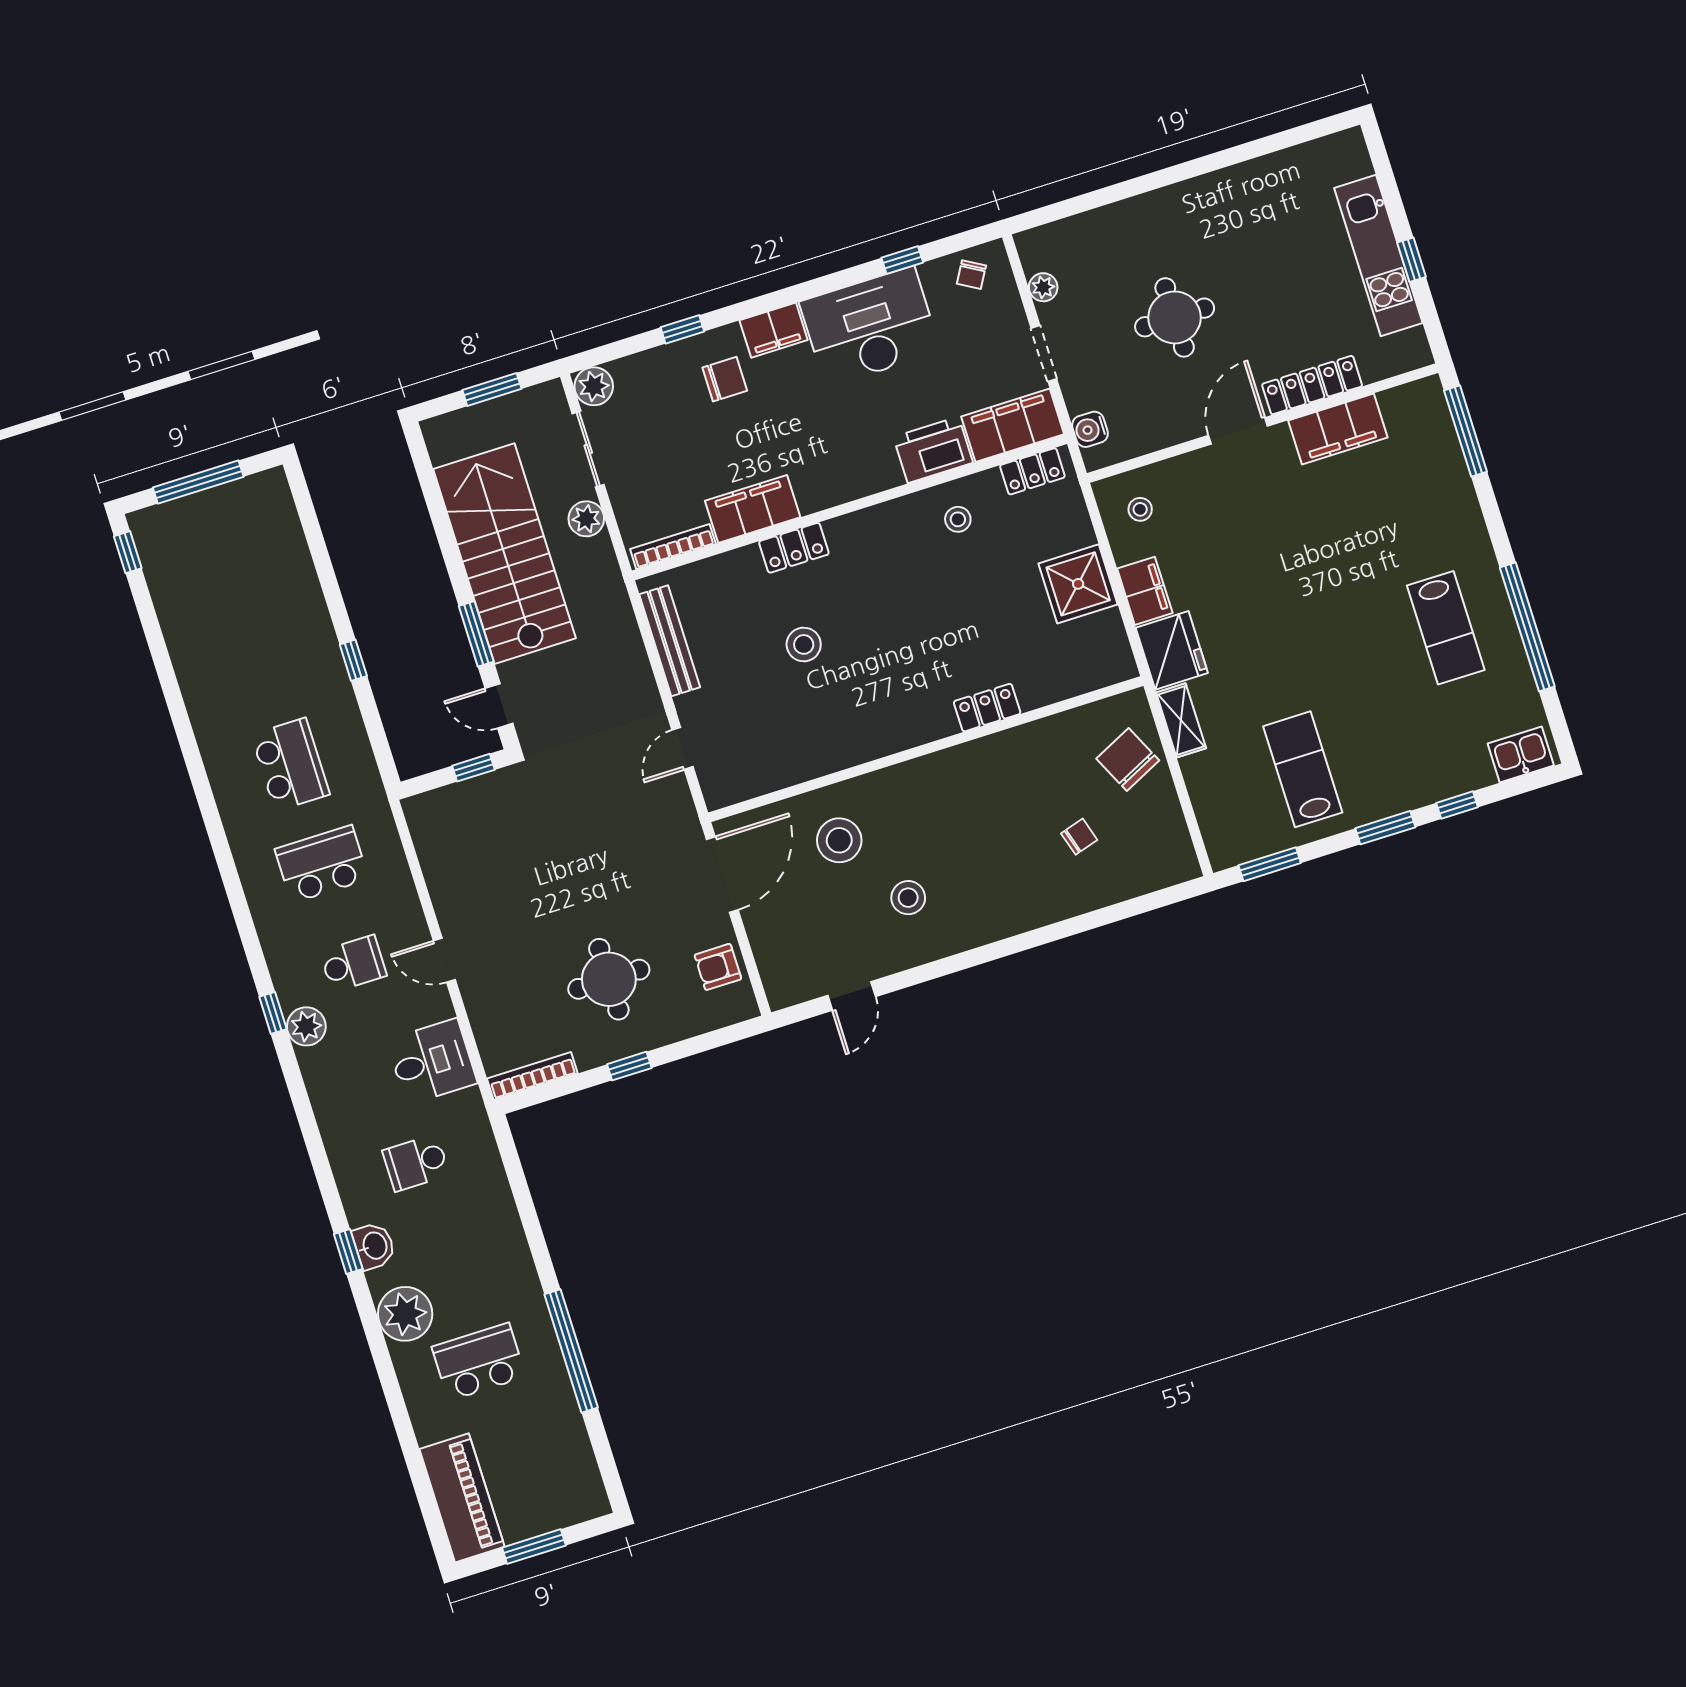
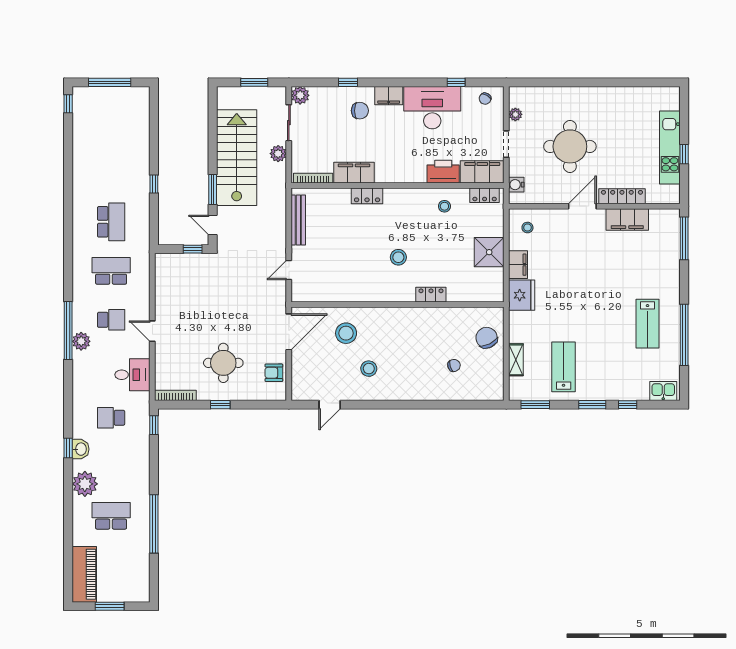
round table: (1175, 317) -> (570, 146), width x1.36, depth x1.36
stool: (804, 644) -> (398, 257), moved
shelving: (1181, 720) -> (516, 360), moved
window: (273, 1013) -> (68, 331), width x3.17
window: (508, 1150) -> (154, 425), added

